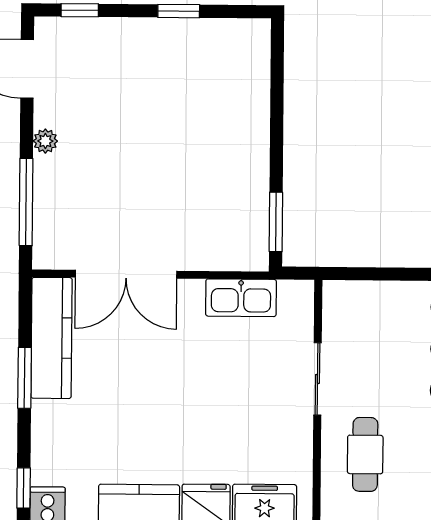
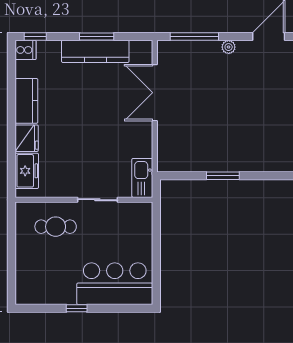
window: (276, 222) -> (223, 176), moved
kitchen sink: (241, 298) -> (142, 178), moved
kitchen counter: (52, 338) -> (95, 51), moved

